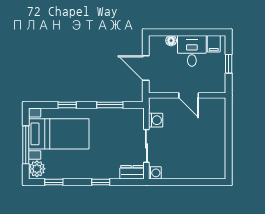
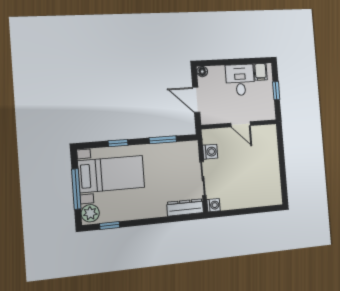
floor lamp: (171, 41) -> (202, 72), moved
dresser: (132, 172) -> (185, 207), width x1.44
window: (101, 182) -> (159, 220), removed

